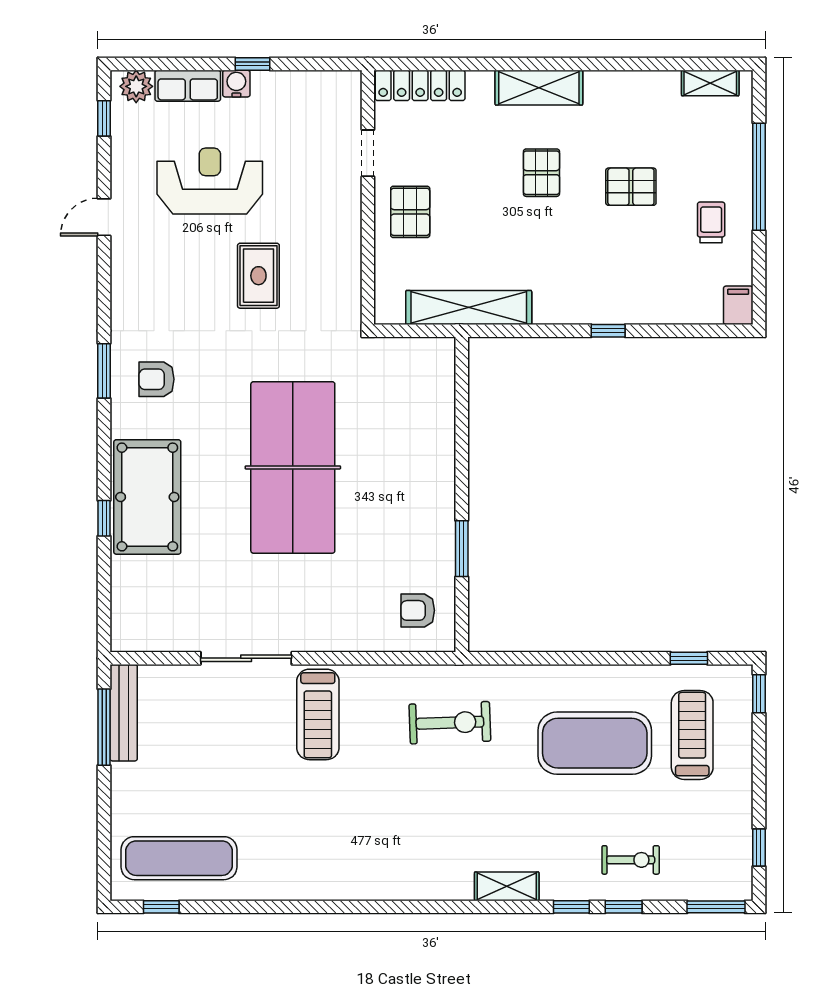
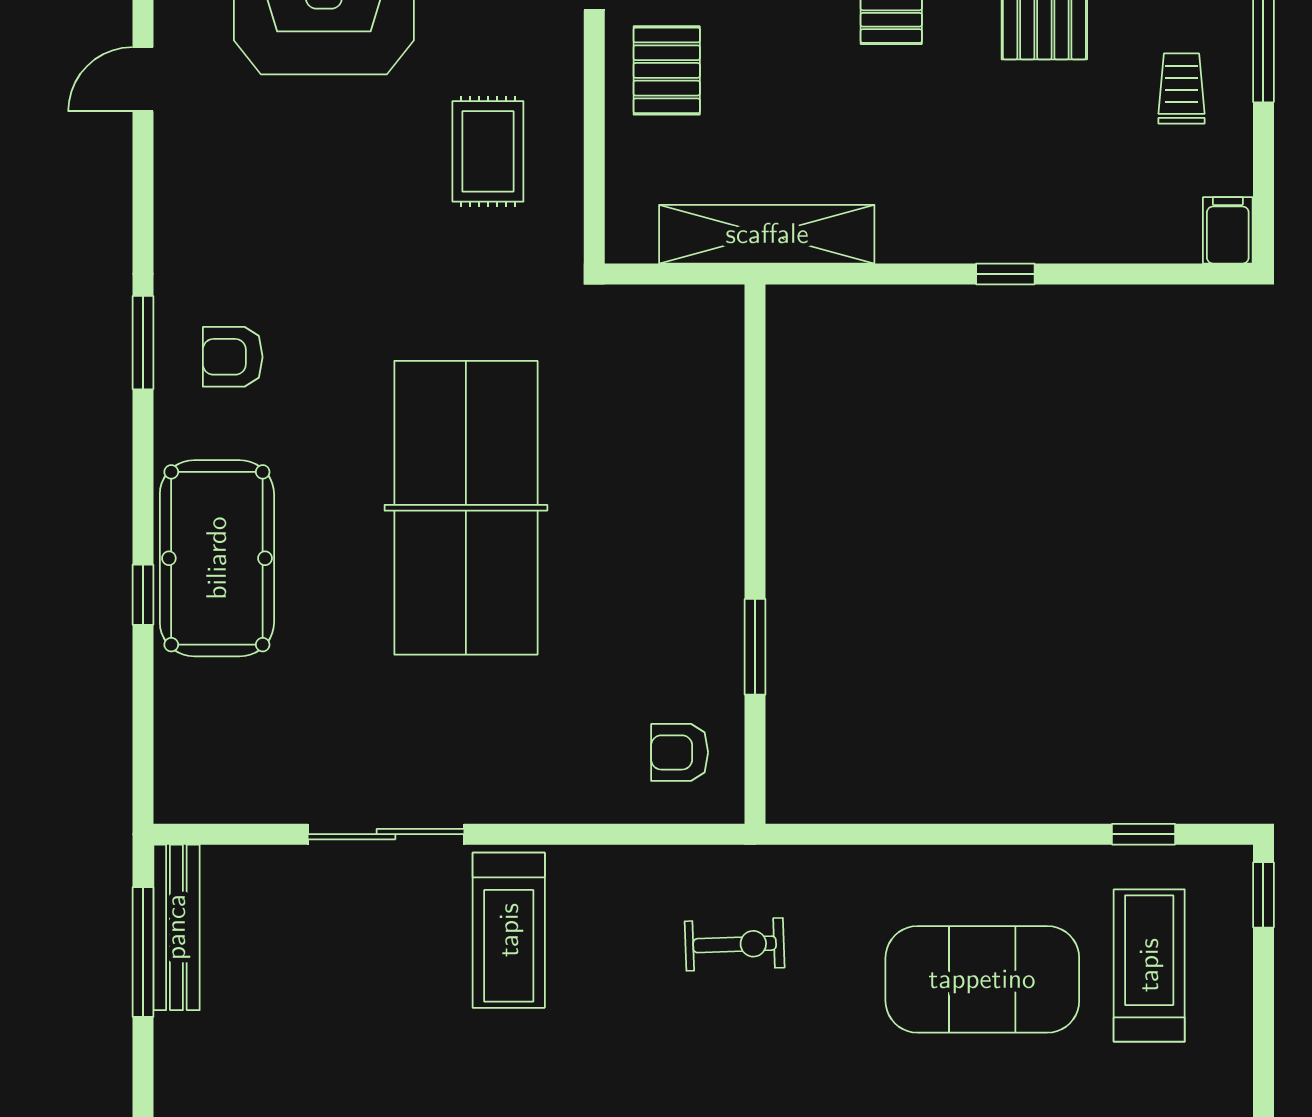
rug: (258, 276) -> (488, 151), moved
exercise bike: (450, 723) -> (735, 944), width x0.73, depth x0.72

